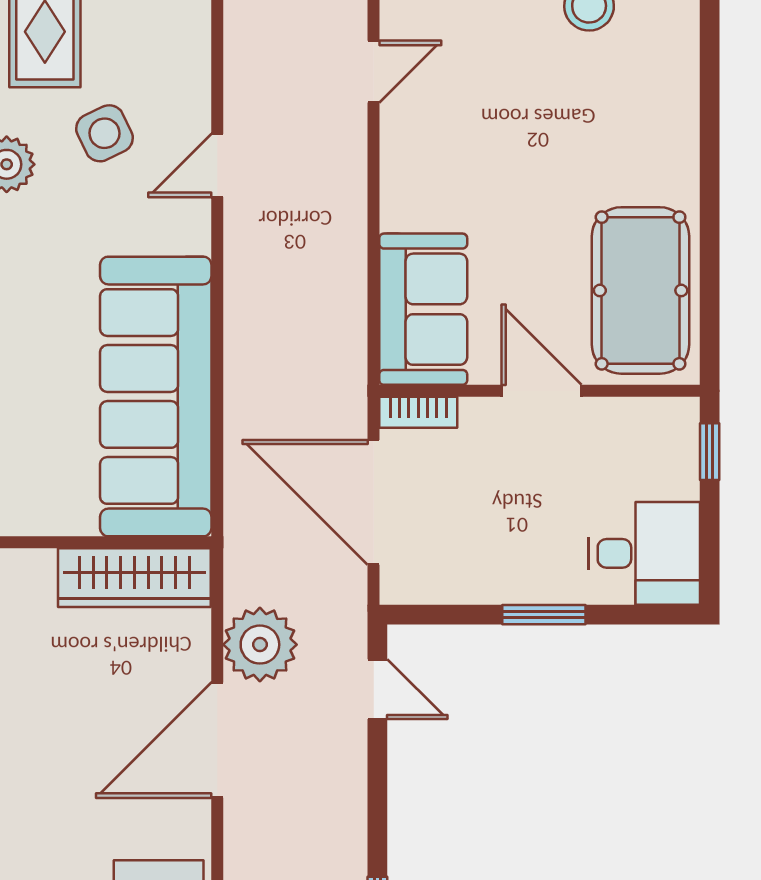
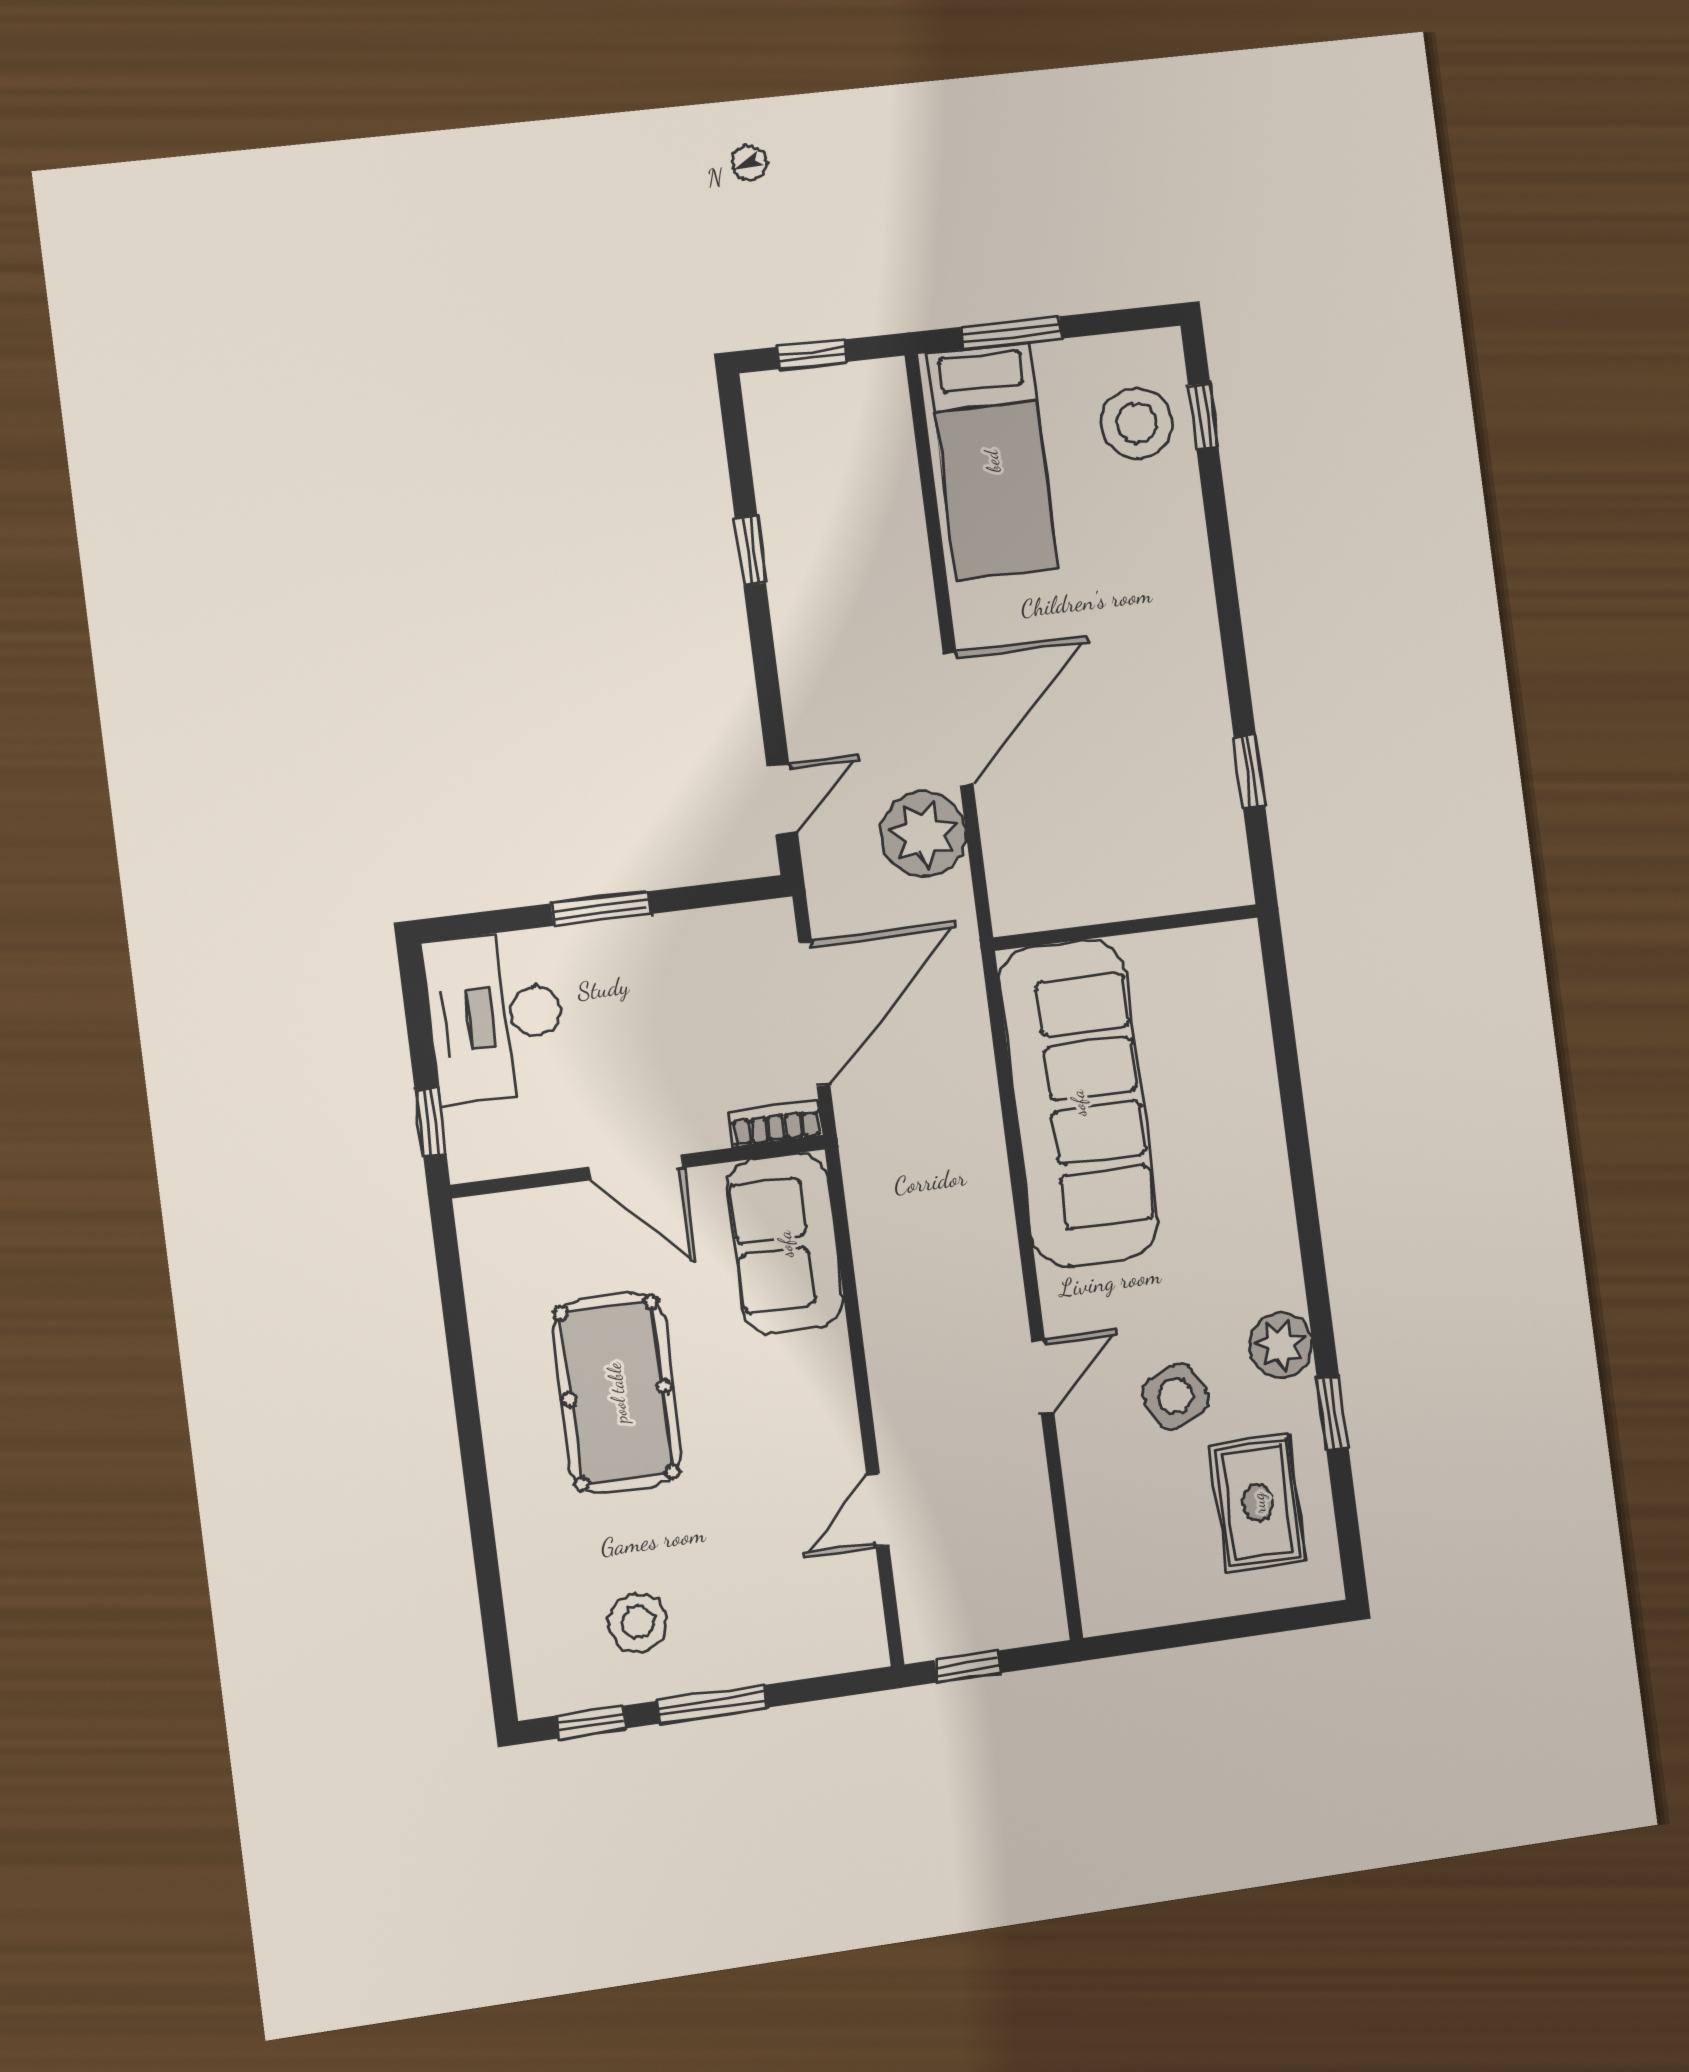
pool table: (641, 290) -> (617, 1393), moved
door: (374, 502) -> (814, 1013), hinge flipped
desk: (644, 553) -> (495, 1017), width x1.37
wardrobe: (134, 578) -> (1076, 893), removed
door: (377, 689) -> (782, 799), swing flipped

